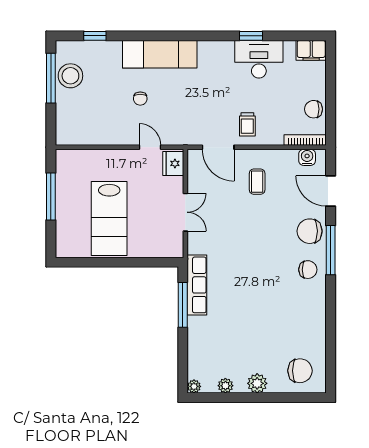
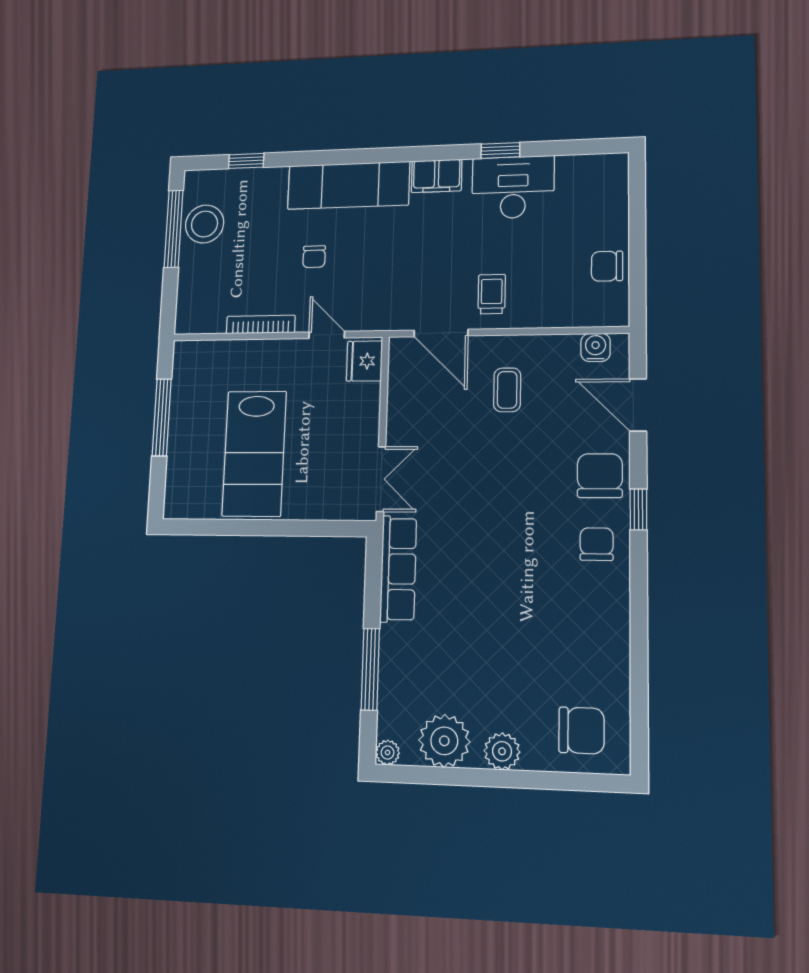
filing cabinet: (311, 50) -> (437, 176), moved
trolley: (247, 124) -> (492, 294), turned 180
bookcase: (305, 140) -> (261, 324), moved
double door: (185, 212) -> (381, 479), moved
chair: (310, 231) -> (600, 476), turned 90
window: (331, 250) -> (638, 509), width x0.46
chair: (308, 270) -> (597, 544), turned -90
window: (183, 305) -> (370, 669), moved
plant: (225, 386) -> (444, 741), width x1.88, depth x1.88

